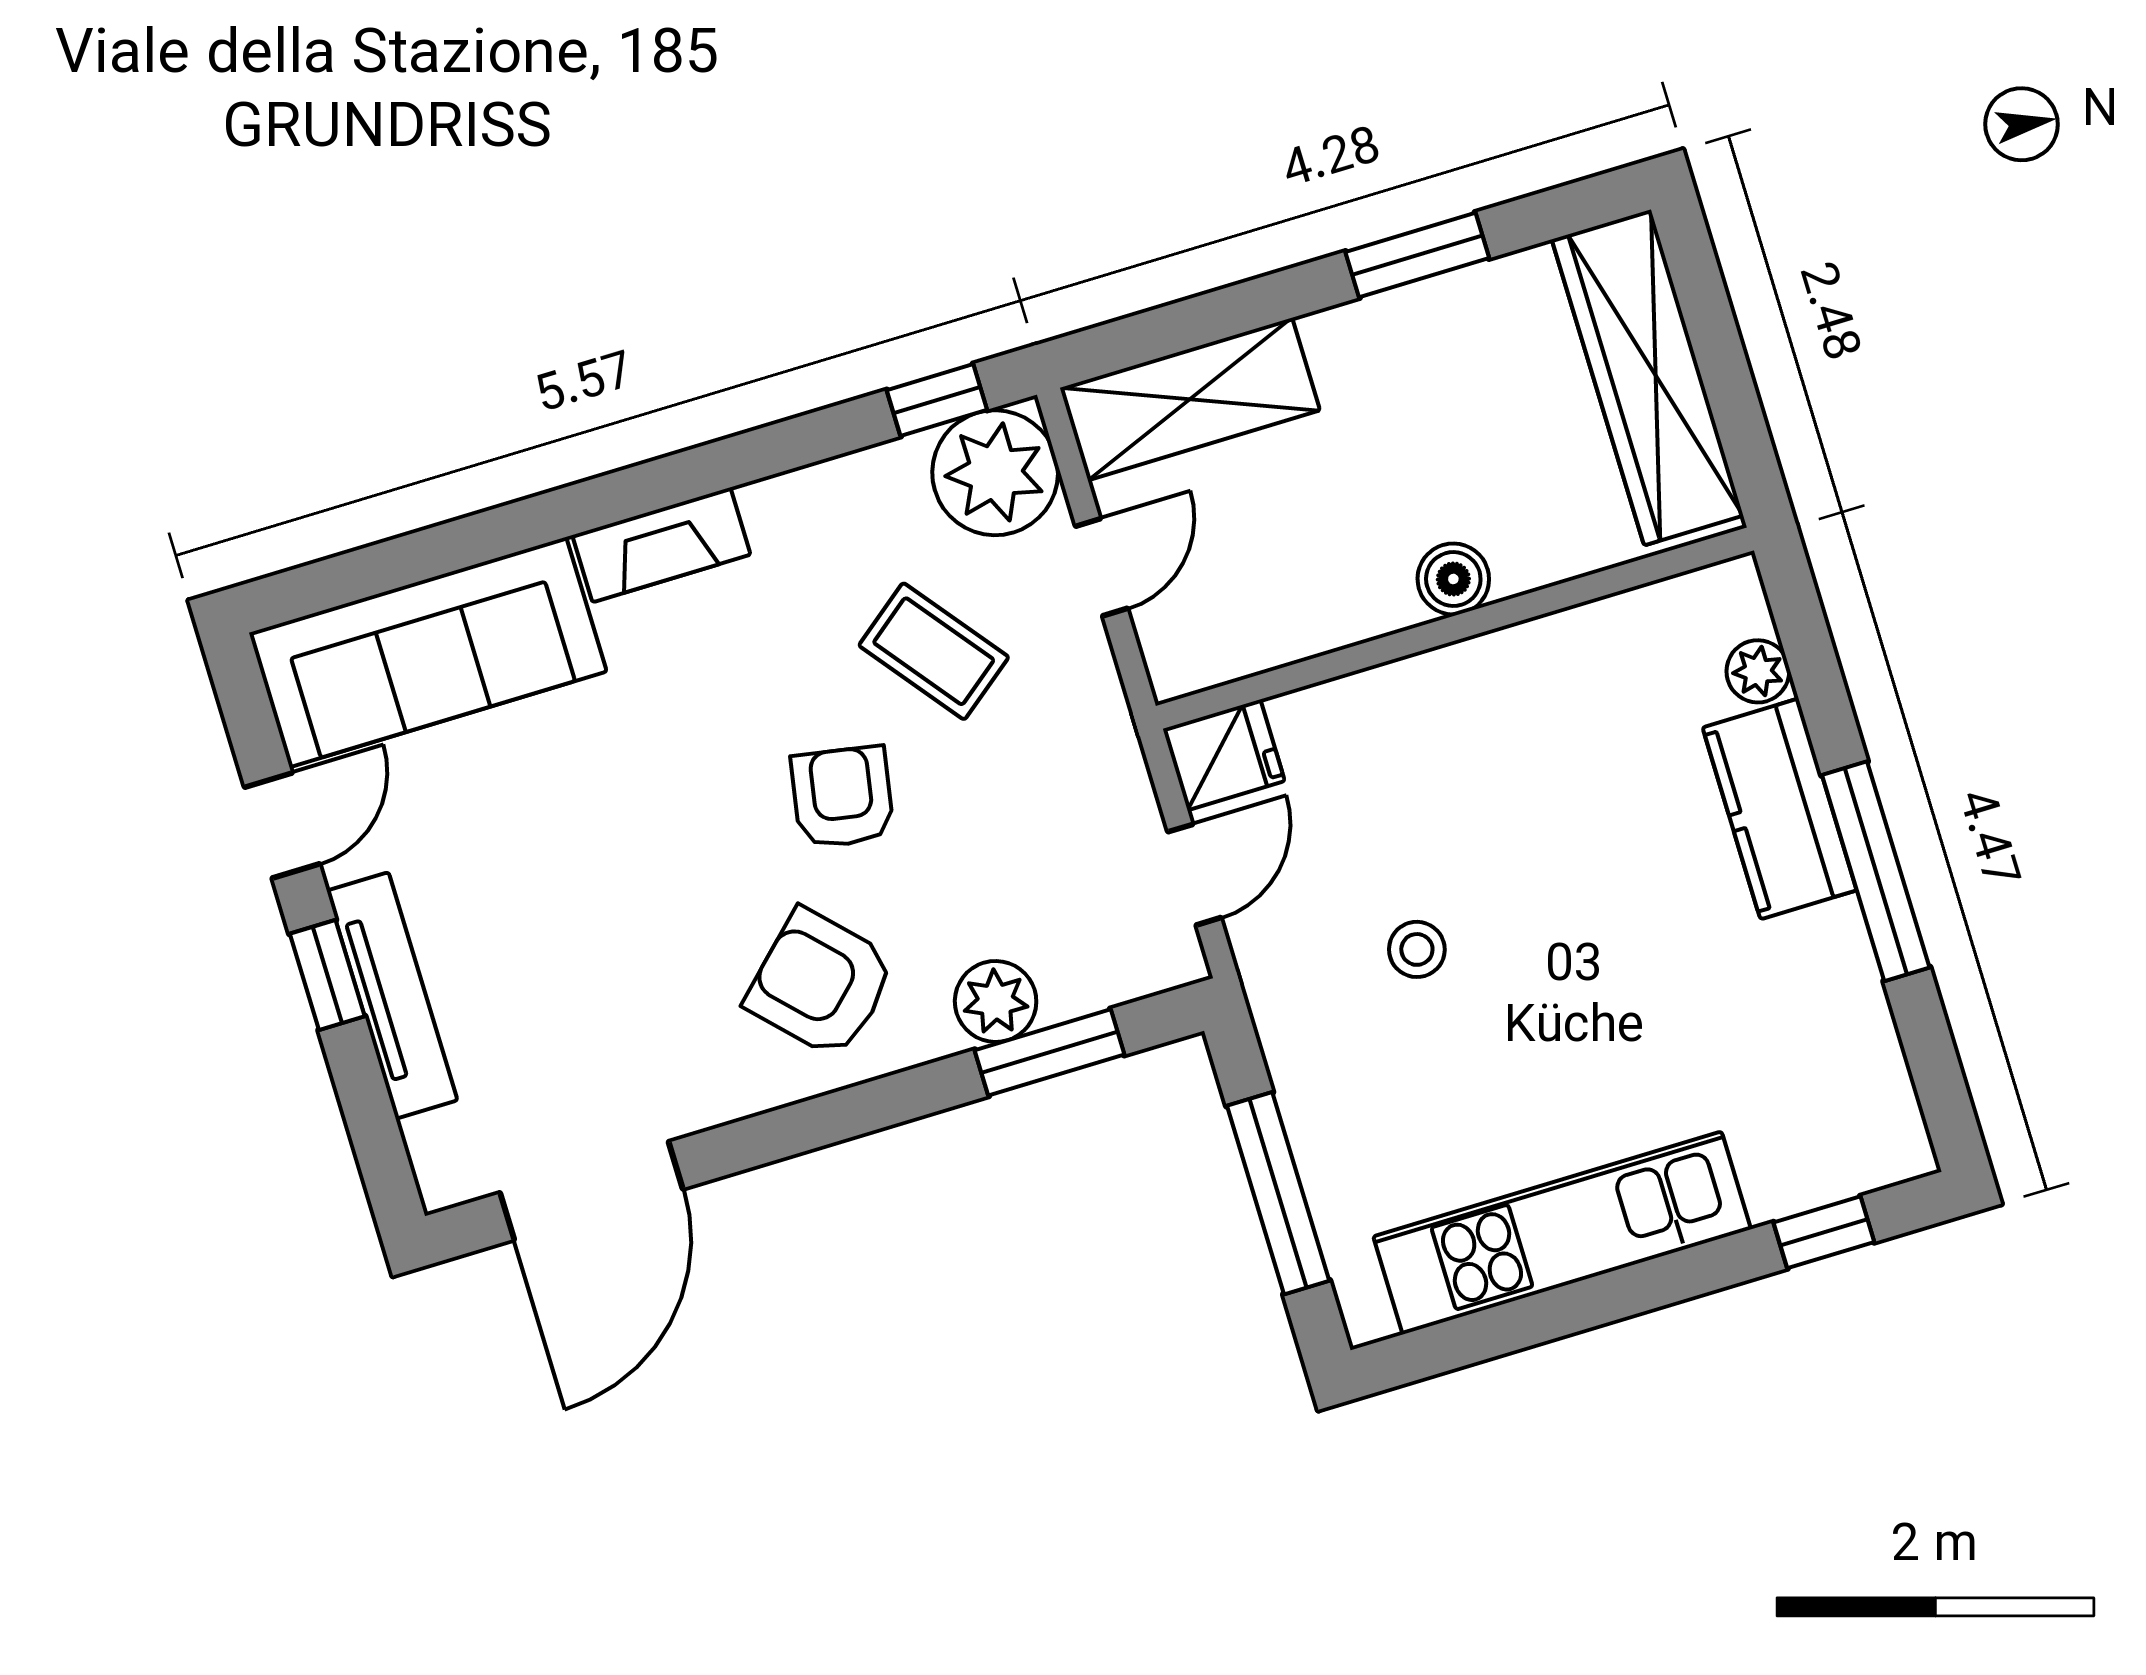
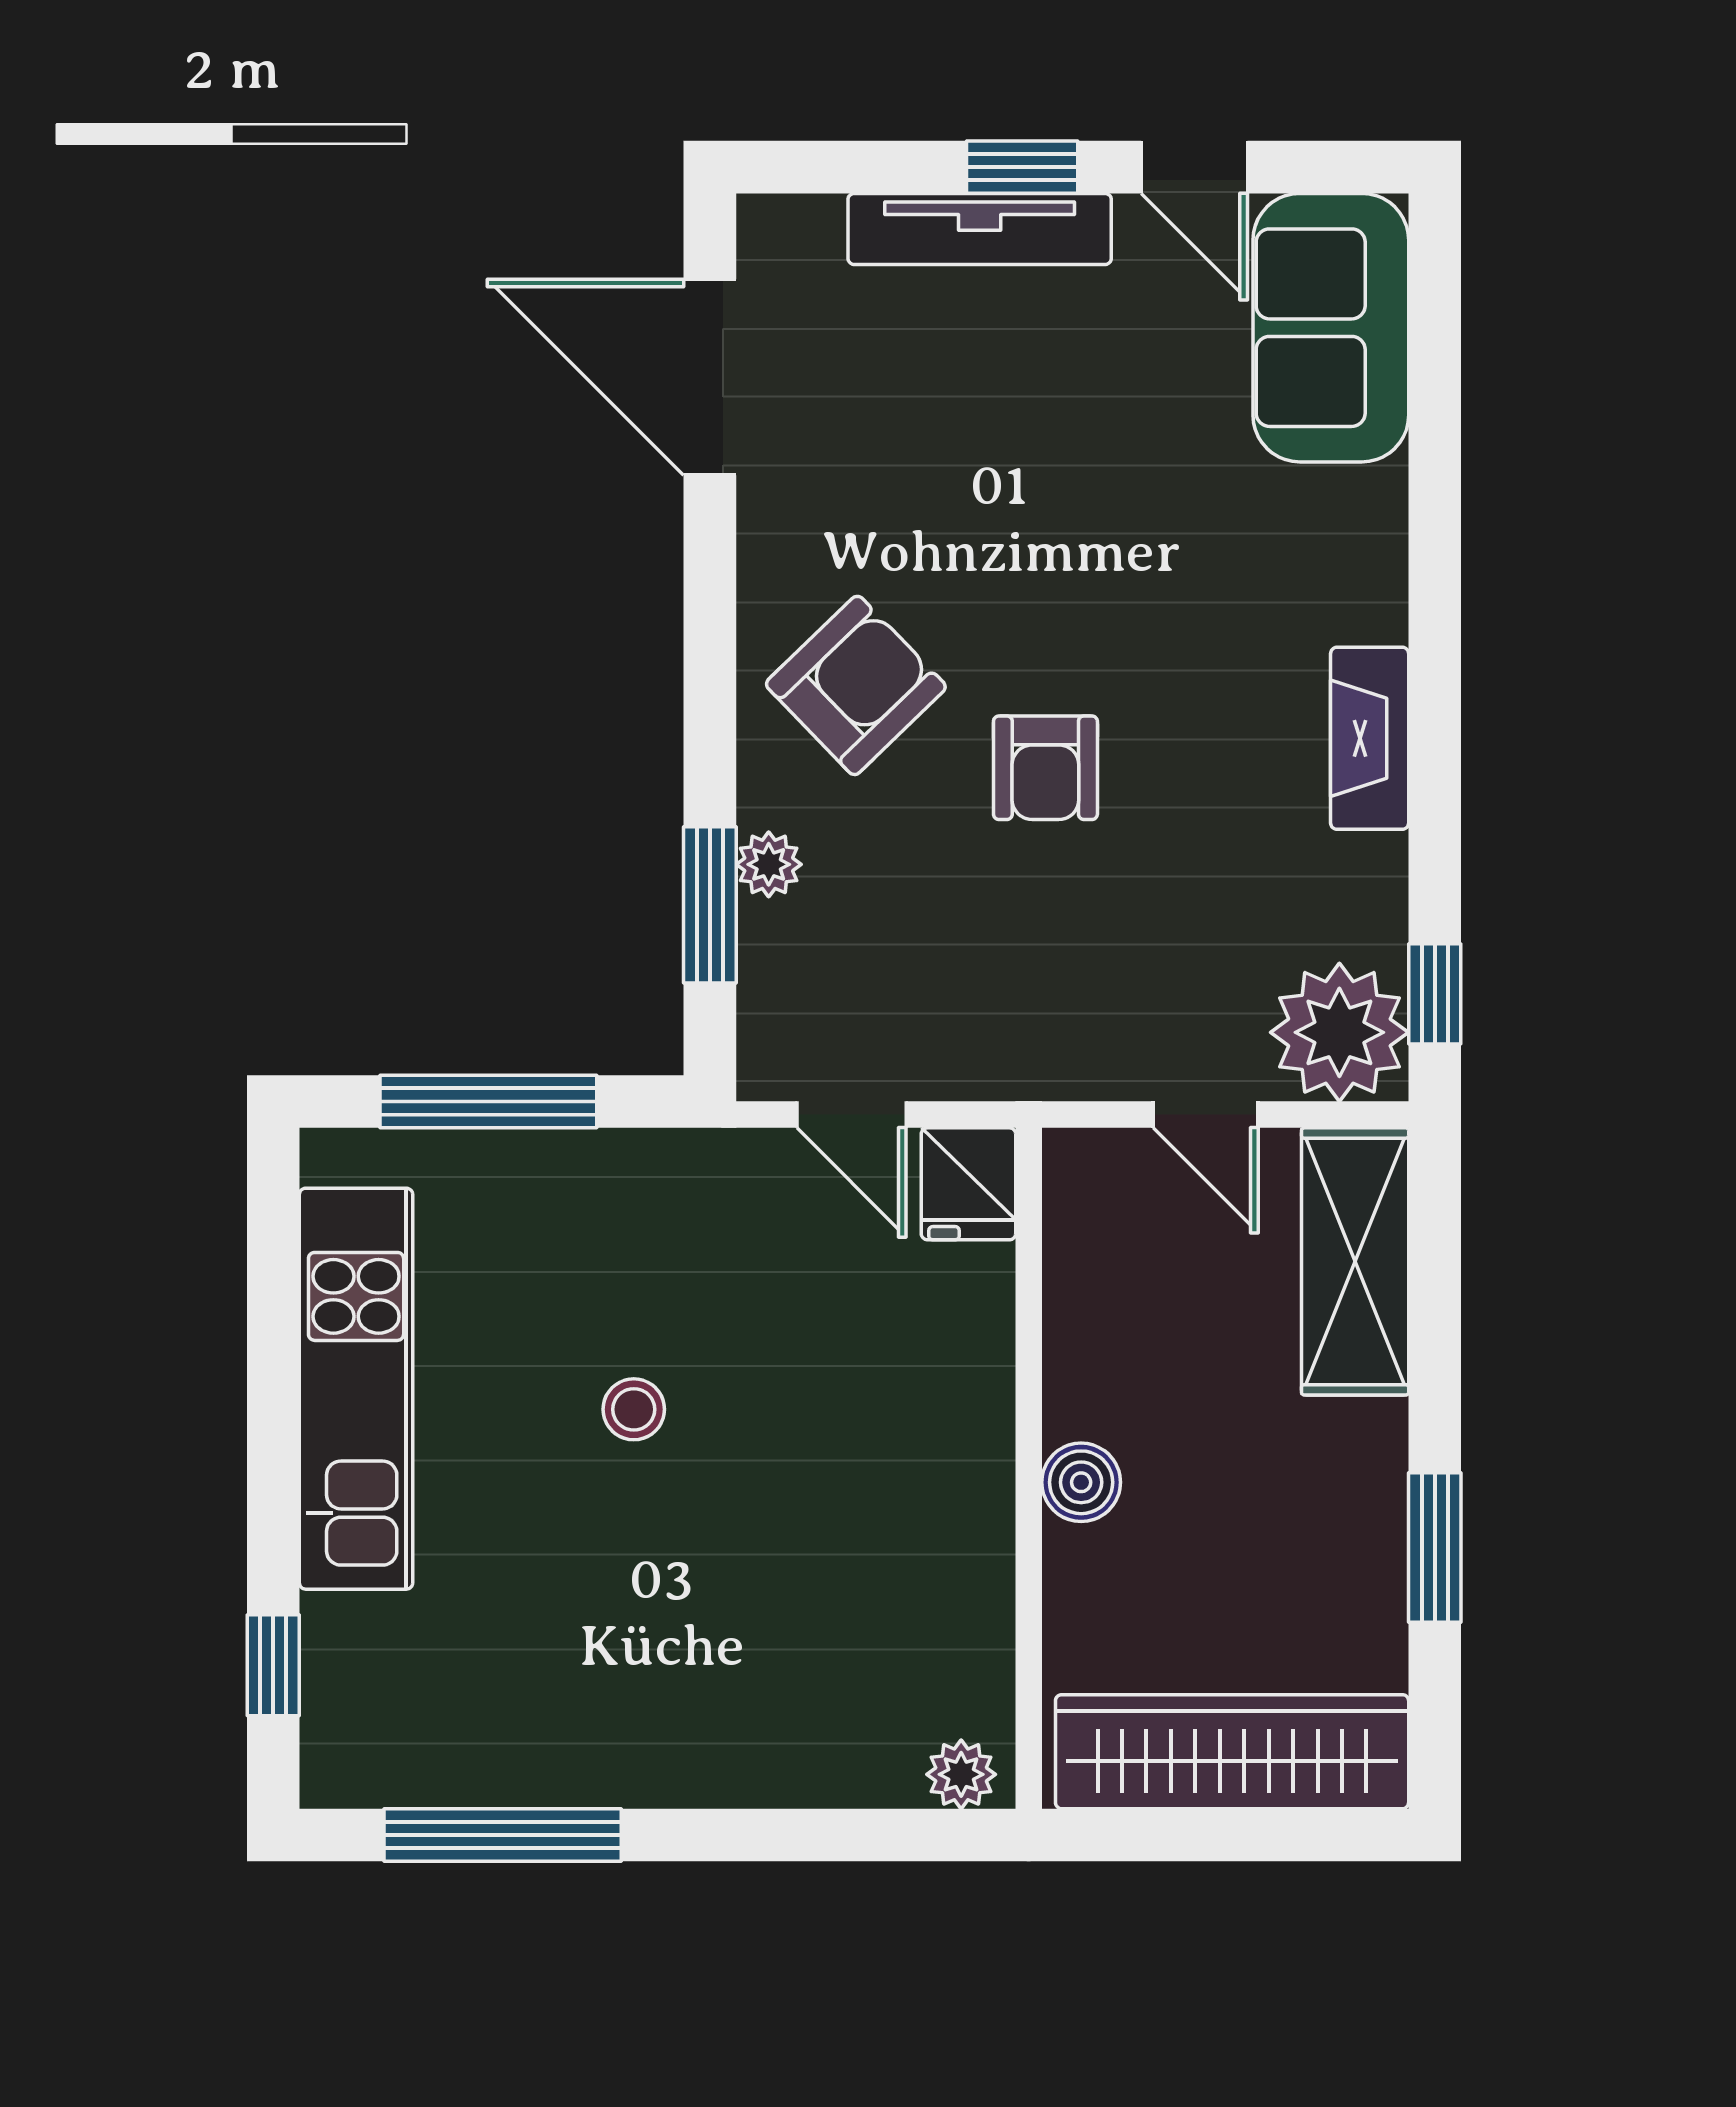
fireplace: (661, 545) -> (1370, 738), moved
coffee table: (934, 651) -> (1170, 911), removed
sofa: (428, 652) -> (1331, 328), width x0.73
plant: (1758, 671) -> (961, 1774), moved
armchair: (842, 797) -> (1045, 768), turned 80
kitchen counter: (1780, 809) -> (734, 1753), removed
window: (1876, 871) -> (503, 1835), moved
stool: (1417, 949) -> (634, 1409), moved
plant: (996, 1001) -> (769, 864), width x0.73, depth x0.73

